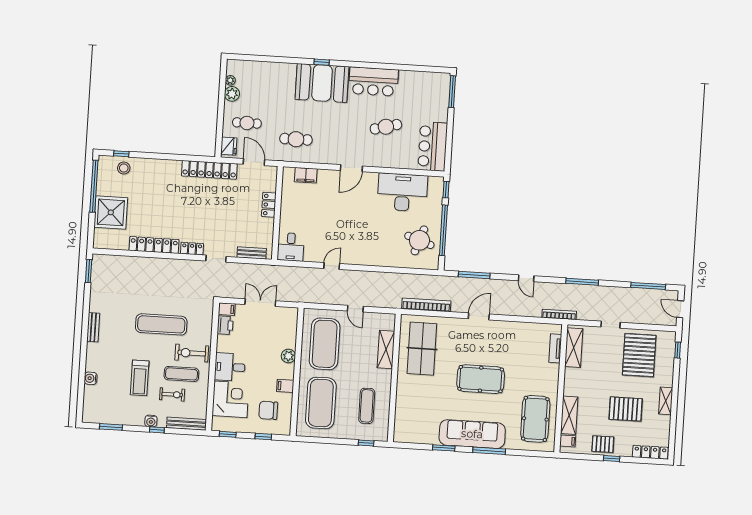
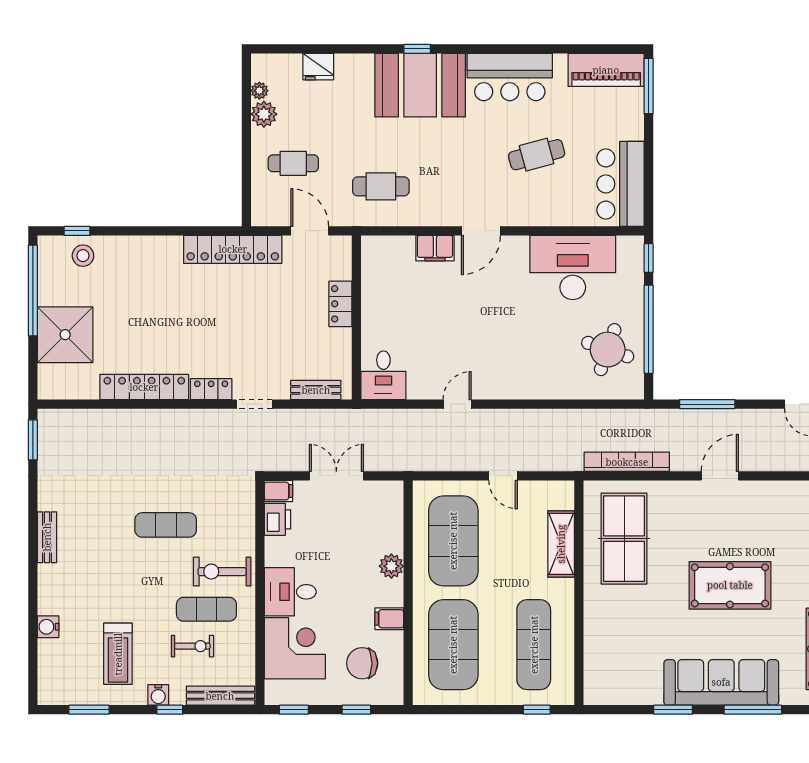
piano: (429, 81) -> (606, 70), added
fridge: (229, 146) -> (318, 67), moved, turned 90
filing cabinet: (306, 175) -> (435, 248), moved
exercise mat: (161, 324) -> (166, 525), width x0.73, depth x0.69
treadmill: (140, 378) -> (118, 654), moved
exercise mat: (367, 406) -> (534, 645), width x1.36, depth x1.45

